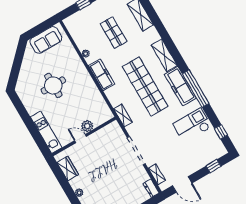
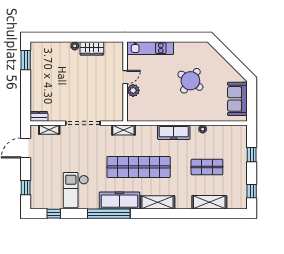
round table: (53, 85) -> (190, 81), turned 35
checkout: (192, 125) -> (76, 190), turned 180
wardrobe: (68, 169) -> (92, 48), moved

